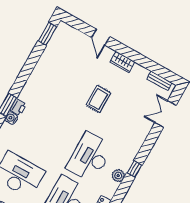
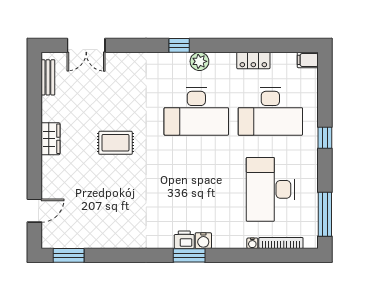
door: (101, 37) -> (34, 211), moved

